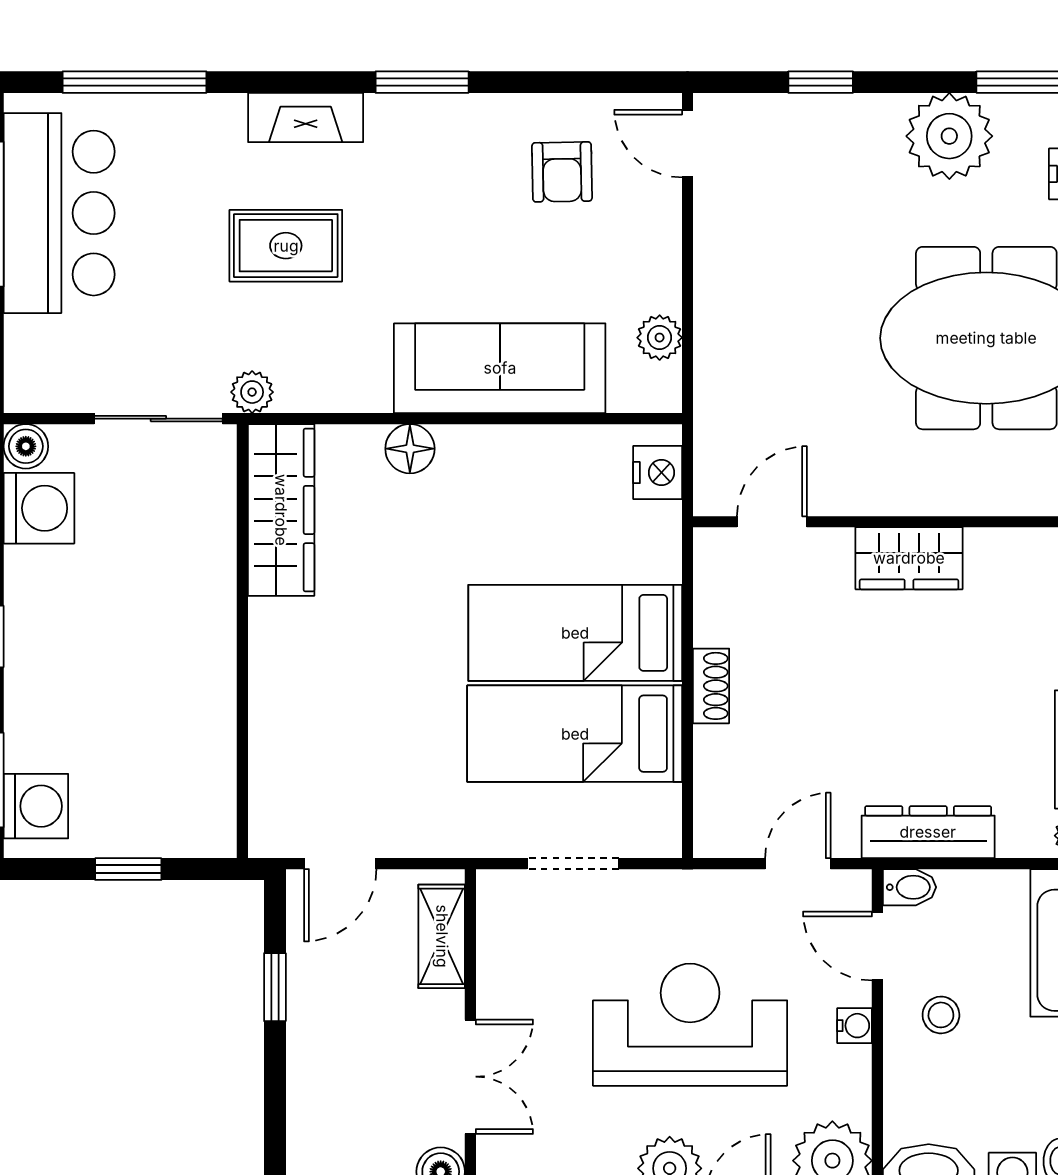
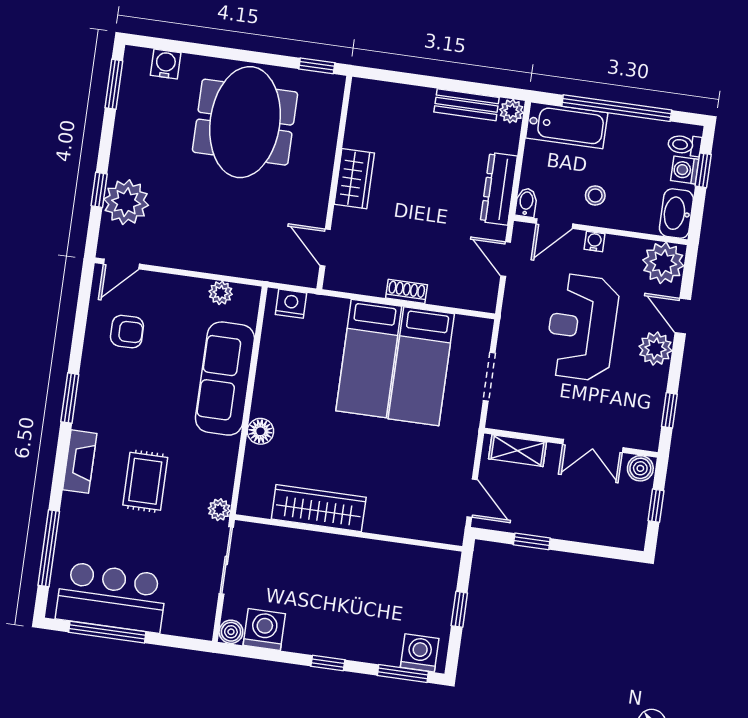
plant: (949, 136) -> (126, 202), moved
wardrobe: (281, 510) -> (319, 508), moved
double door: (470, 1077) -> (593, 446), swing flipped

